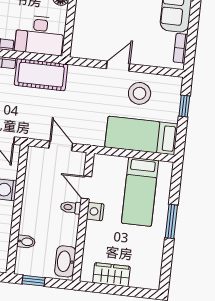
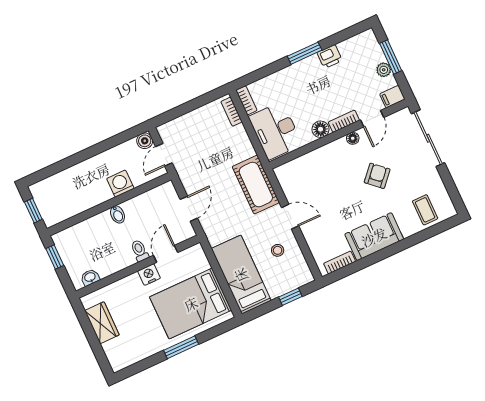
cot: (41, 75) -> (256, 185), moved
stool: (140, 93) -> (278, 250), width x0.53, depth x0.53
bed: (140, 192) -> (191, 304), width x1.50
bidet: (26, 242) -> (118, 214), moved
washbasin: (65, 261) -> (90, 277), width x0.52, depth x0.69

